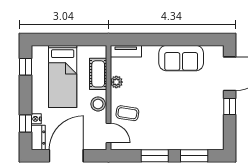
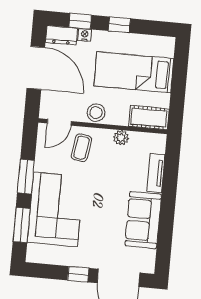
tv unit: (126, 51) -> (156, 173), moved
window: (25, 67) -> (119, 25), moved
cot: (98, 74) -> (149, 118), moved
corner sofa: (179, 130) -> (55, 209), added

